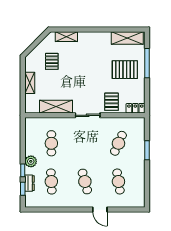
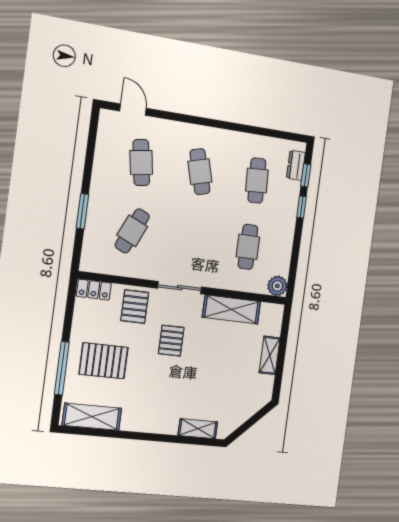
pallet: (52, 61) -> (171, 341), moved
plant: (31, 161) -> (277, 286), moved
dresser: (29, 183) -> (296, 165), moved
door: (100, 210) -> (133, 110), moved

